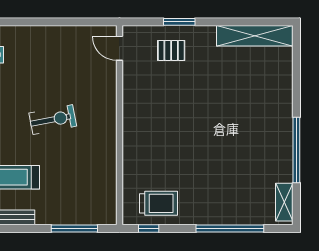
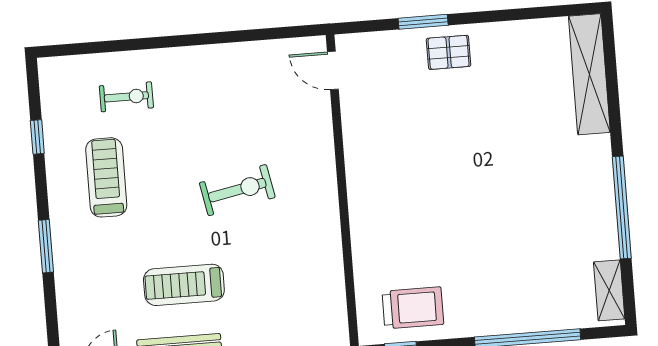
shelving: (255, 36) -> (589, 74), moved, turned 90
pallet: (171, 50) -> (449, 52), moved

